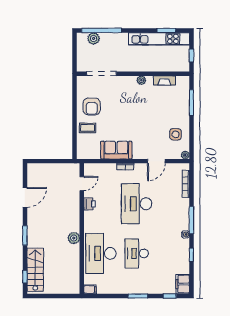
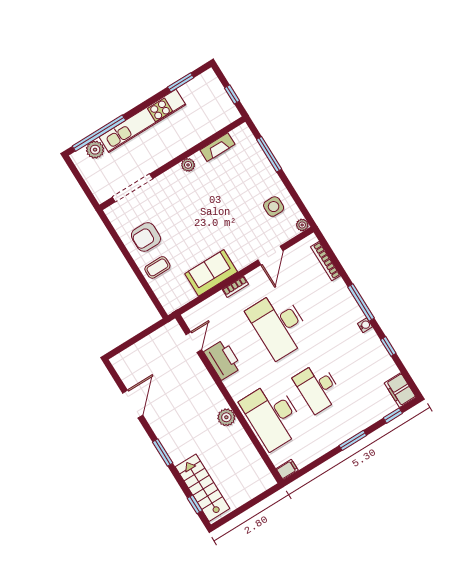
kitchen unit: (159, 39) -> (142, 121), moved
armchair: (92, 106) -> (146, 237), turned 90
printer: (90, 204) -> (223, 360), width x1.87, depth x1.48

